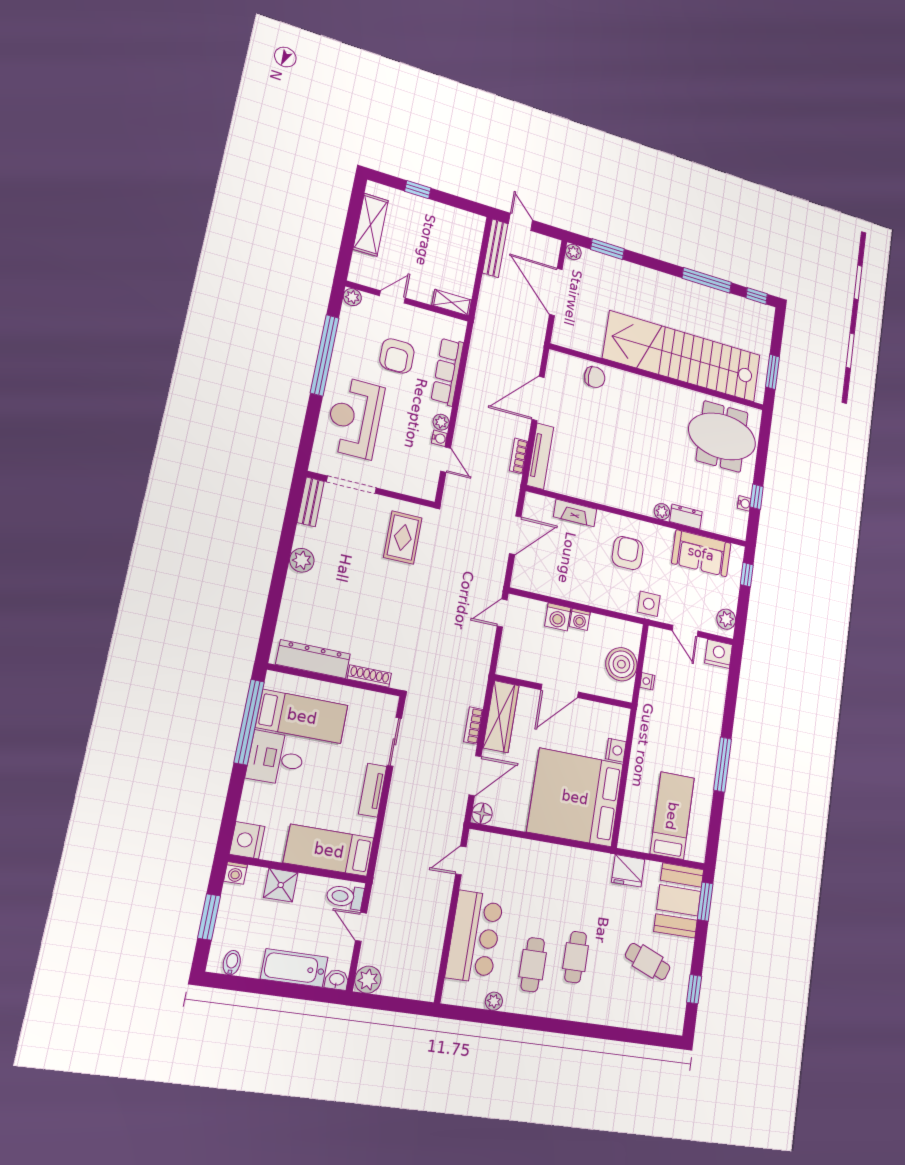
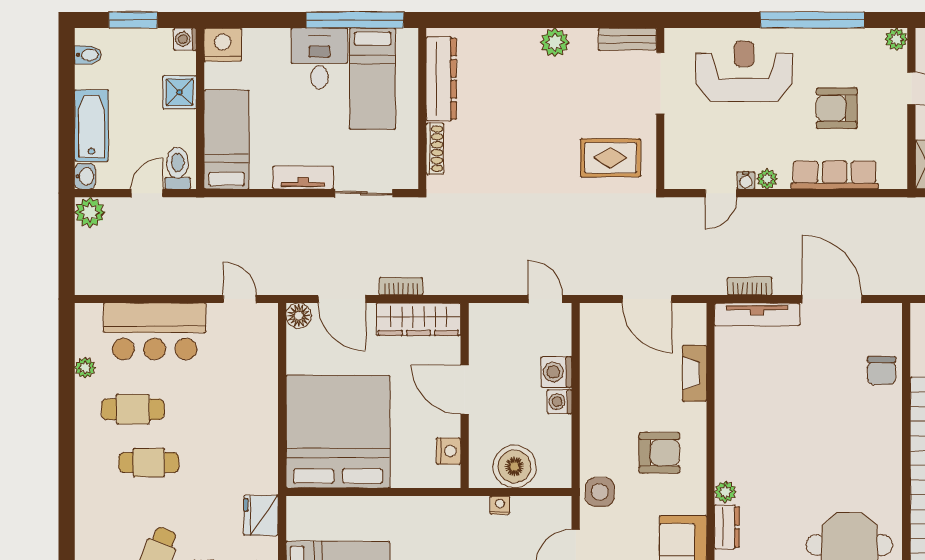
nightstand: (616, 750) -> (448, 451), moved, turned -90

